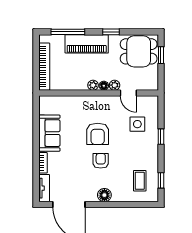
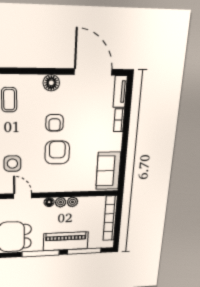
window: (111, 32) -> (41, 253), width x2.17
plant: (115, 85) -> (72, 202), moved
sofa: (49, 133) -> (108, 171), moved

